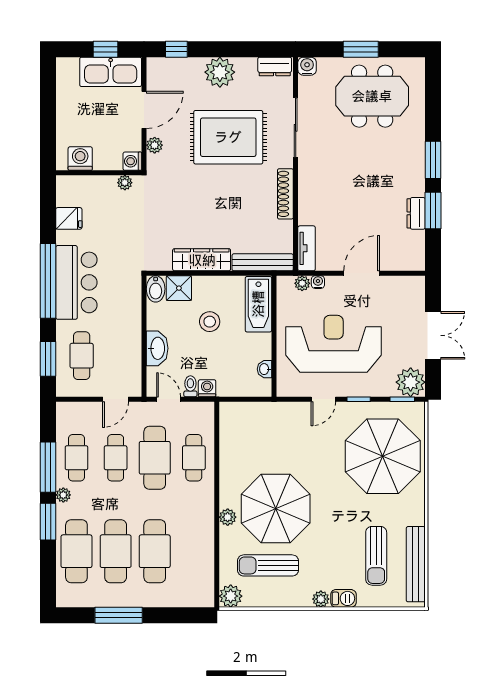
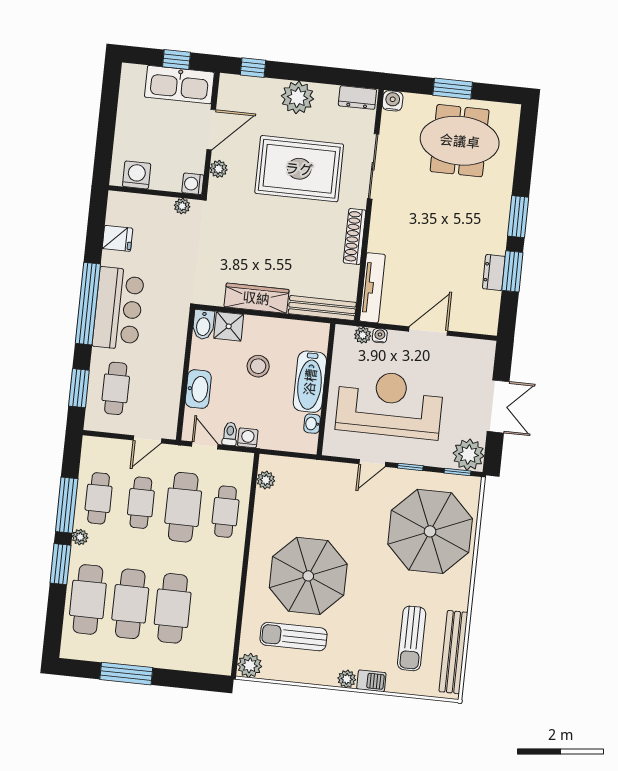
tv unit: (307, 248) -> (372, 288), width x1.41
bathtub: (258, 304) -> (310, 382), moved
plant: (228, 517) -> (266, 480), moved

